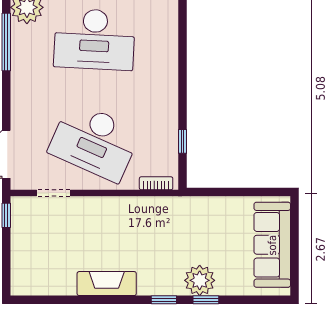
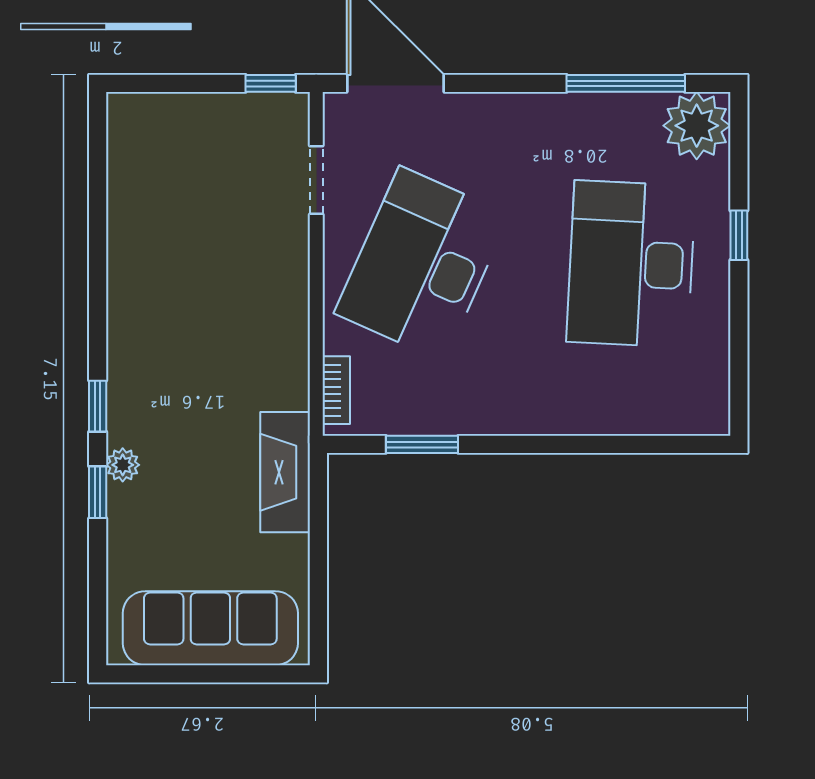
window: (183, 141) -> (422, 444), width x1.50
plant: (200, 280) -> (123, 465), width x0.53, depth x0.53
fireplace: (107, 284) -> (285, 472), moved, turned 180

